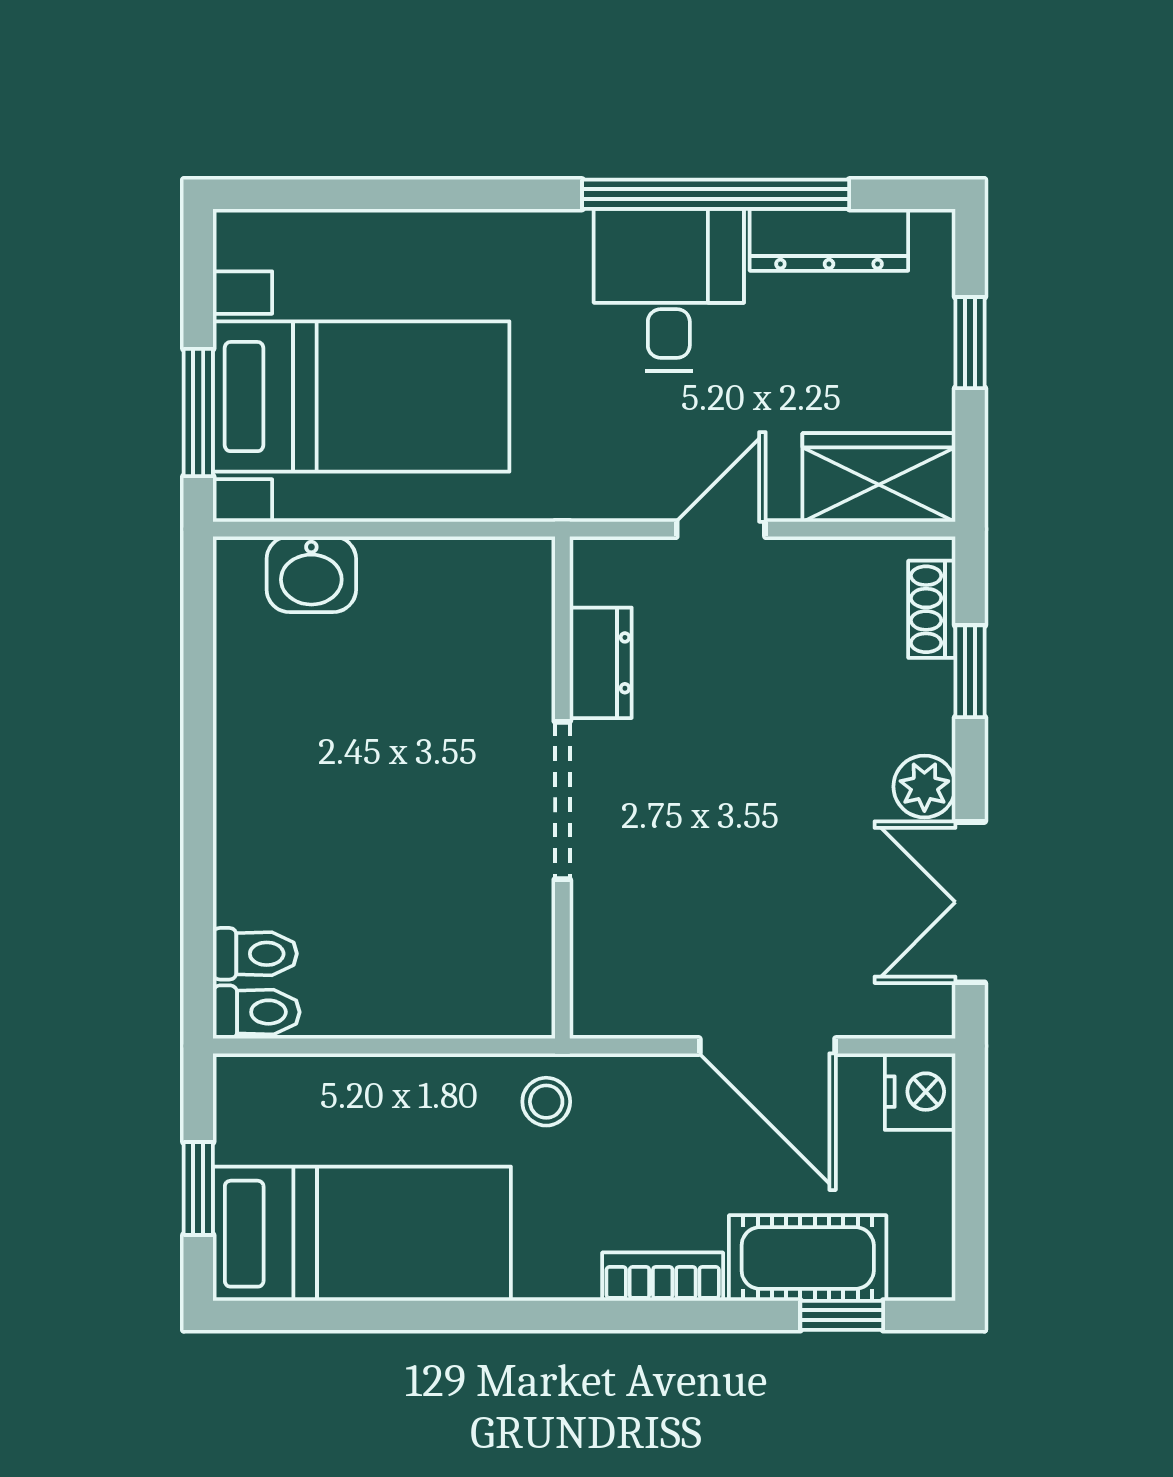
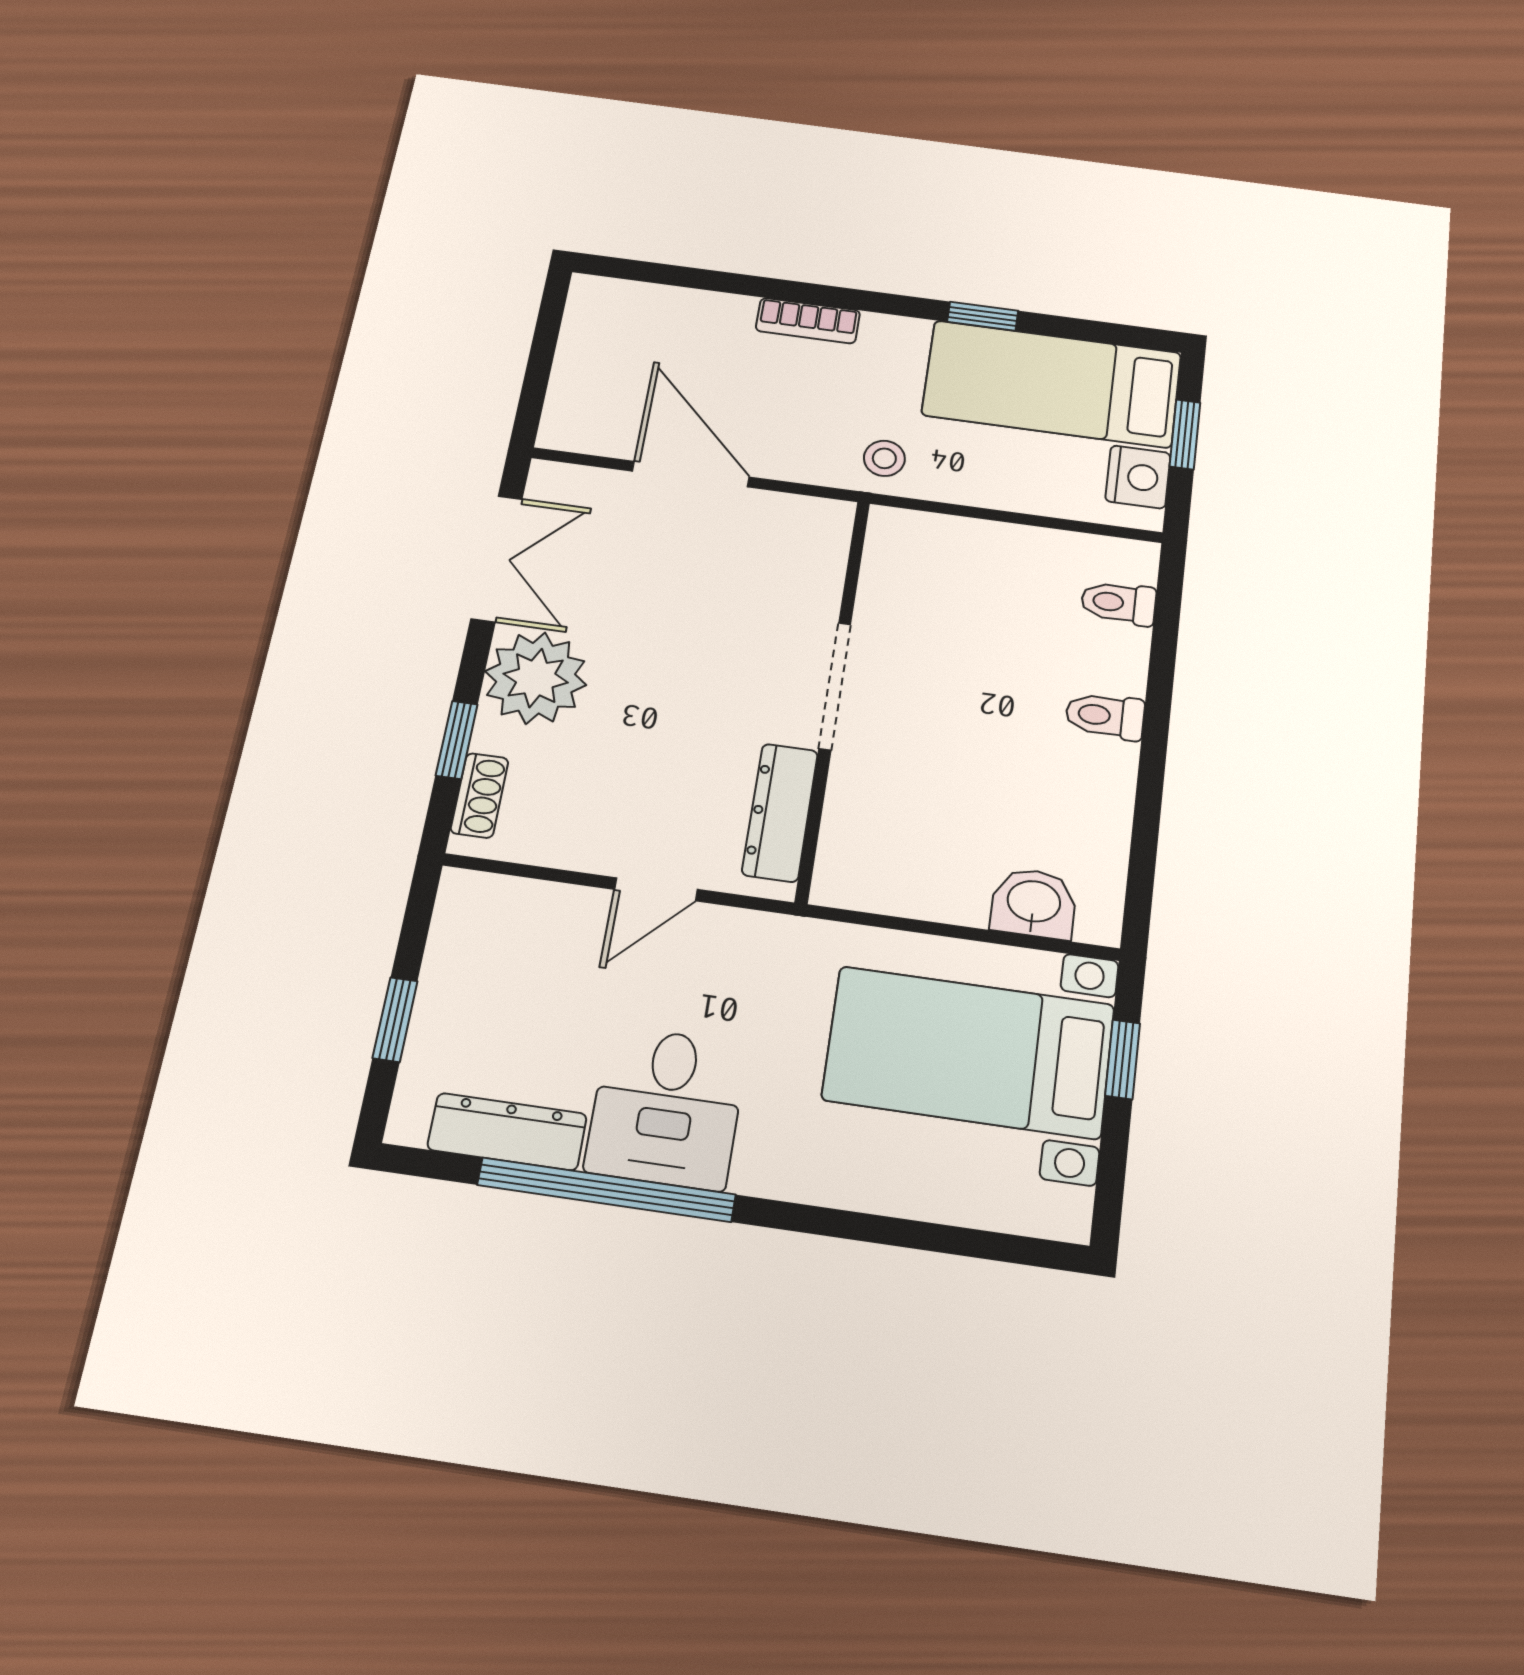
window: (198, 413) -> (1123, 1059), width x0.67
wardrobe: (879, 478) -> (504, 913), removed
dresser: (601, 663) -> (780, 812), width x1.44
plant: (924, 787) -> (536, 678), width x1.88, depth x1.88
toilet: (256, 1012) -> (1105, 716), moved
nightstand: (920, 1092) -> (1138, 477), moved, turned 180
cot: (808, 1258) -> (687, 318), removed
window: (842, 1315) -> (983, 316), moved

